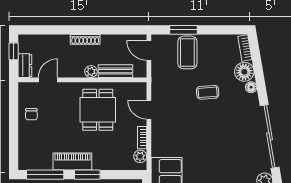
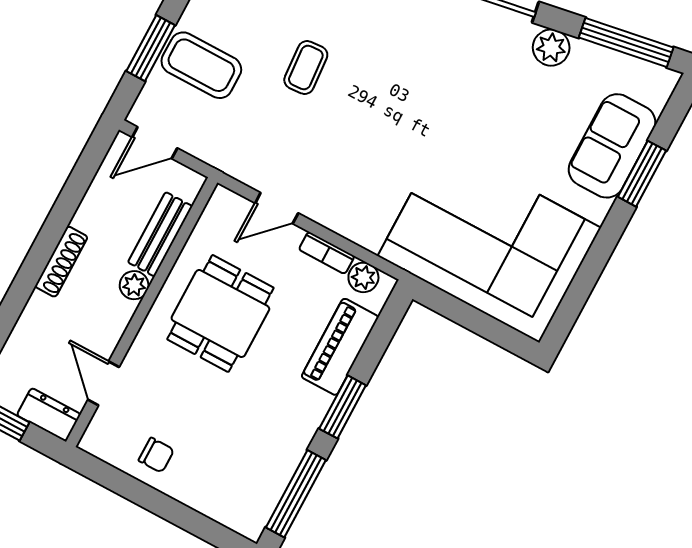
dining table: (98, 110) -> (220, 313), turned 90
piano: (72, 162) -> (340, 347), moved

